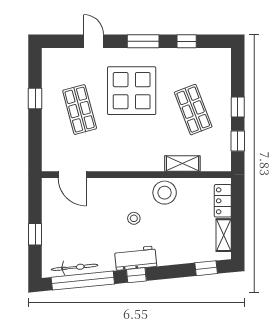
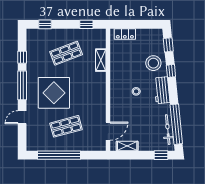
window: (143, 41) -> (22, 85), width x1.44
window: (35, 99) -> (59, 155), width x3.17
window: (238, 107) -> (45, 24), moved
stool: (165, 193) -> (153, 63), moved
window: (35, 234) -> (161, 155), moved
shelving: (224, 235) -> (127, 146), moved
window: (136, 275) -> (171, 71), moved

